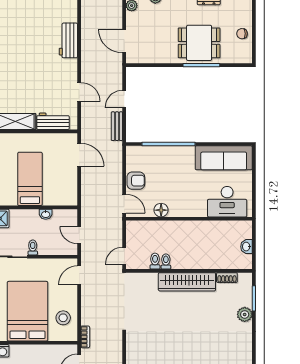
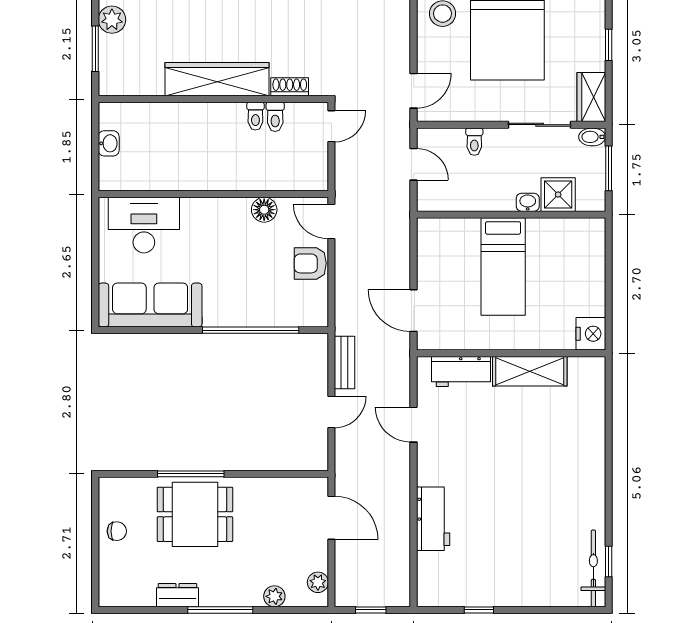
washbasin: (46, 214) -> (528, 202), moved
toilet: (33, 247) -> (474, 142), moved
shoe rack: (227, 278) -> (290, 87), moved

